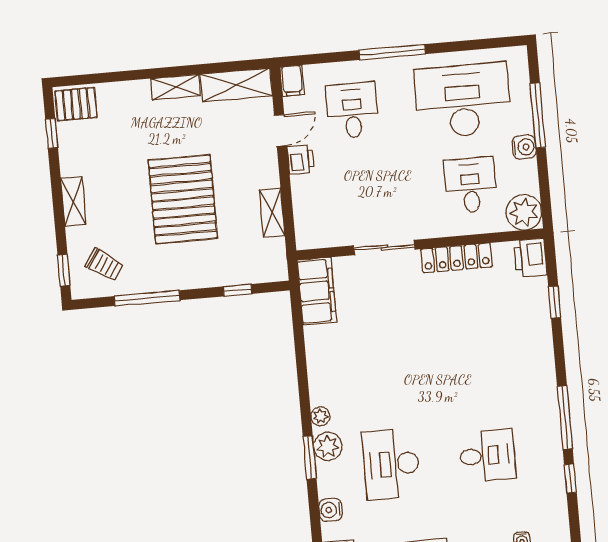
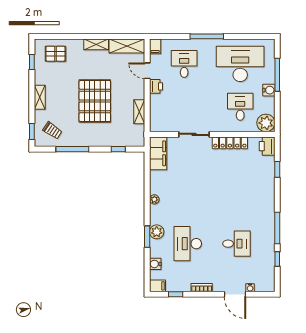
pallet: (76, 104) -> (56, 54), moved
door: (281, 130) -> (147, 71), swing flipped
plant: (320, 416) -> (154, 199), moved

